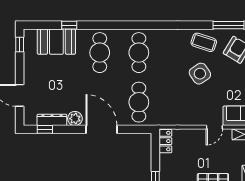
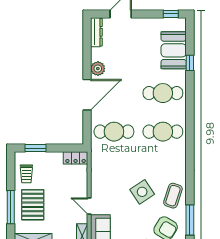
dresser: (52, 120) -> (96, 32), moved
window: (45, 129) -> (87, 39), removed

